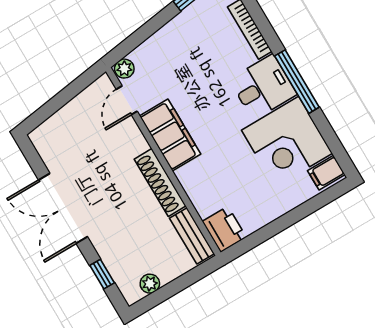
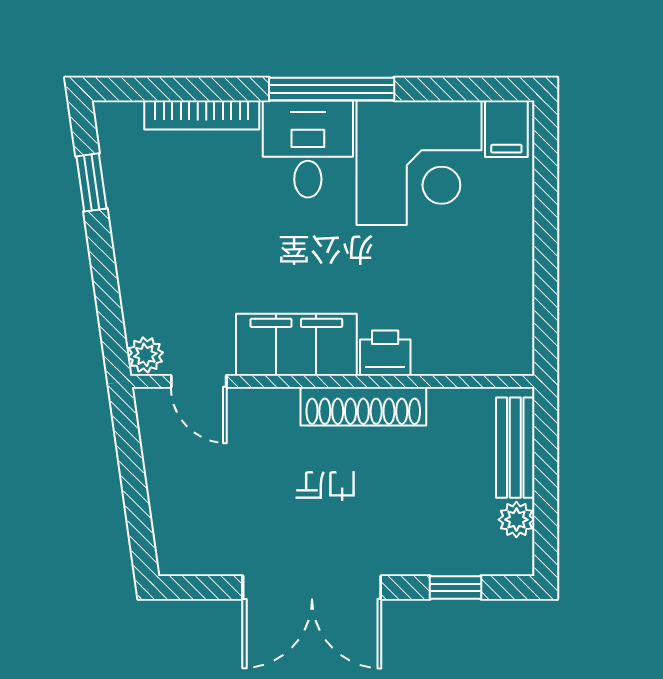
printer: (224, 229) -> (385, 353), moved, width x0.73, depth x0.81
bench: (192, 236) -> (515, 448), moved, turned 90

